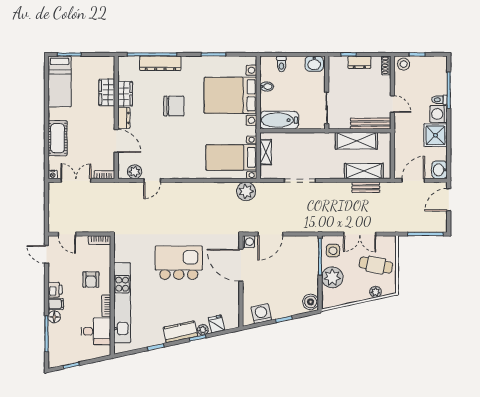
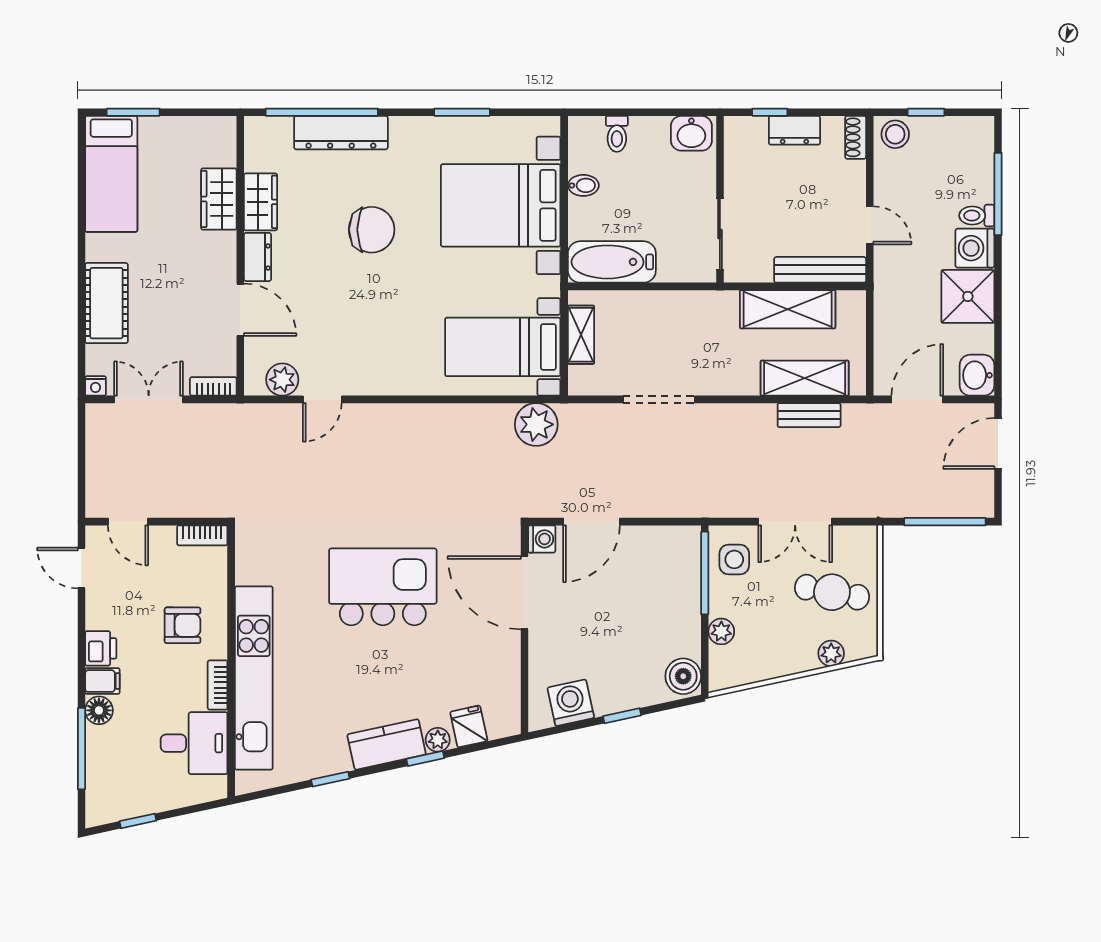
plant: (332, 277) -> (721, 631), width x0.53, depth x0.53
armchair: (91, 280) -> (183, 625), turned -90

